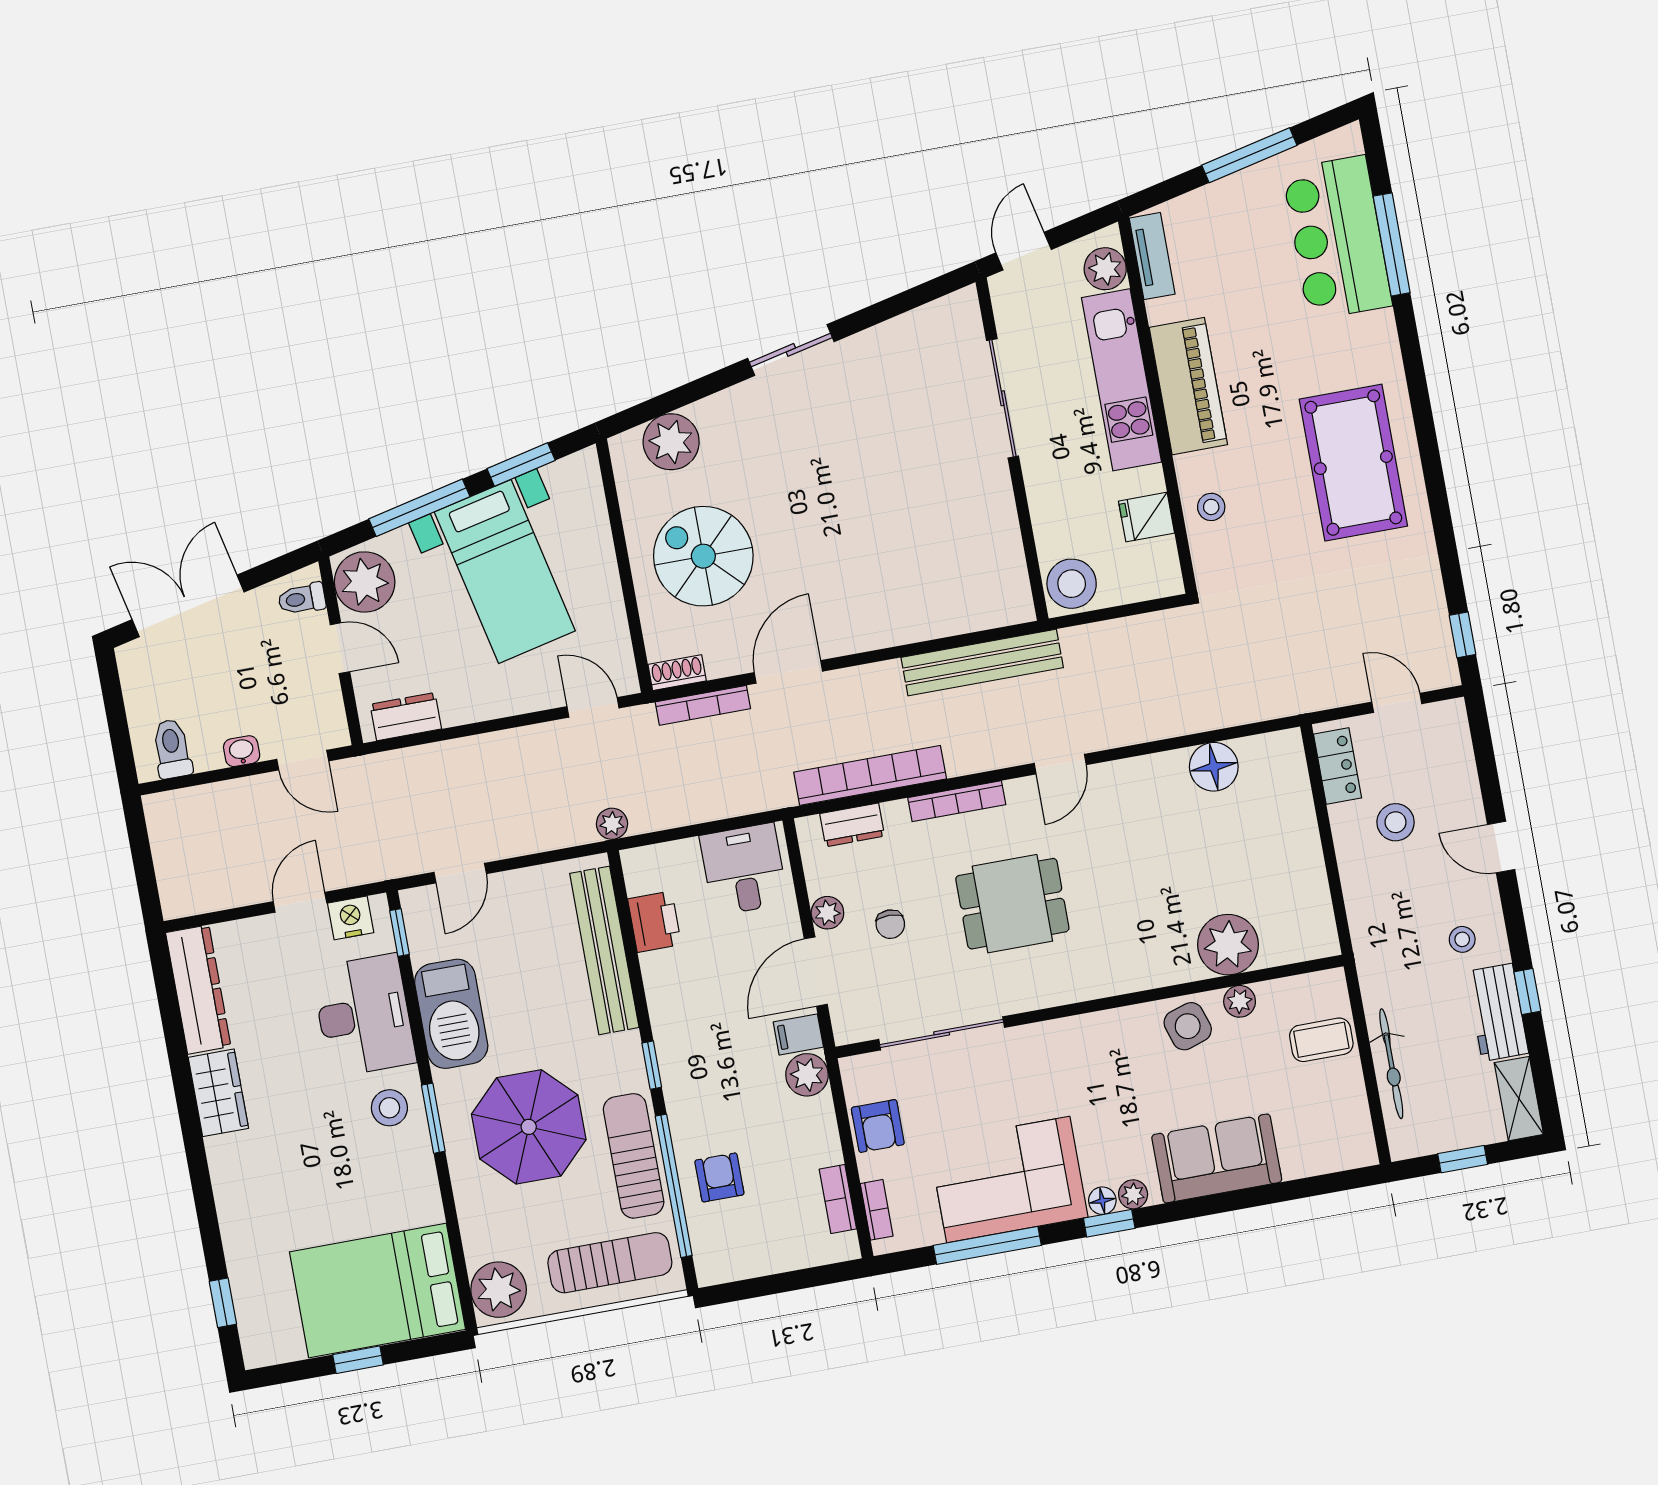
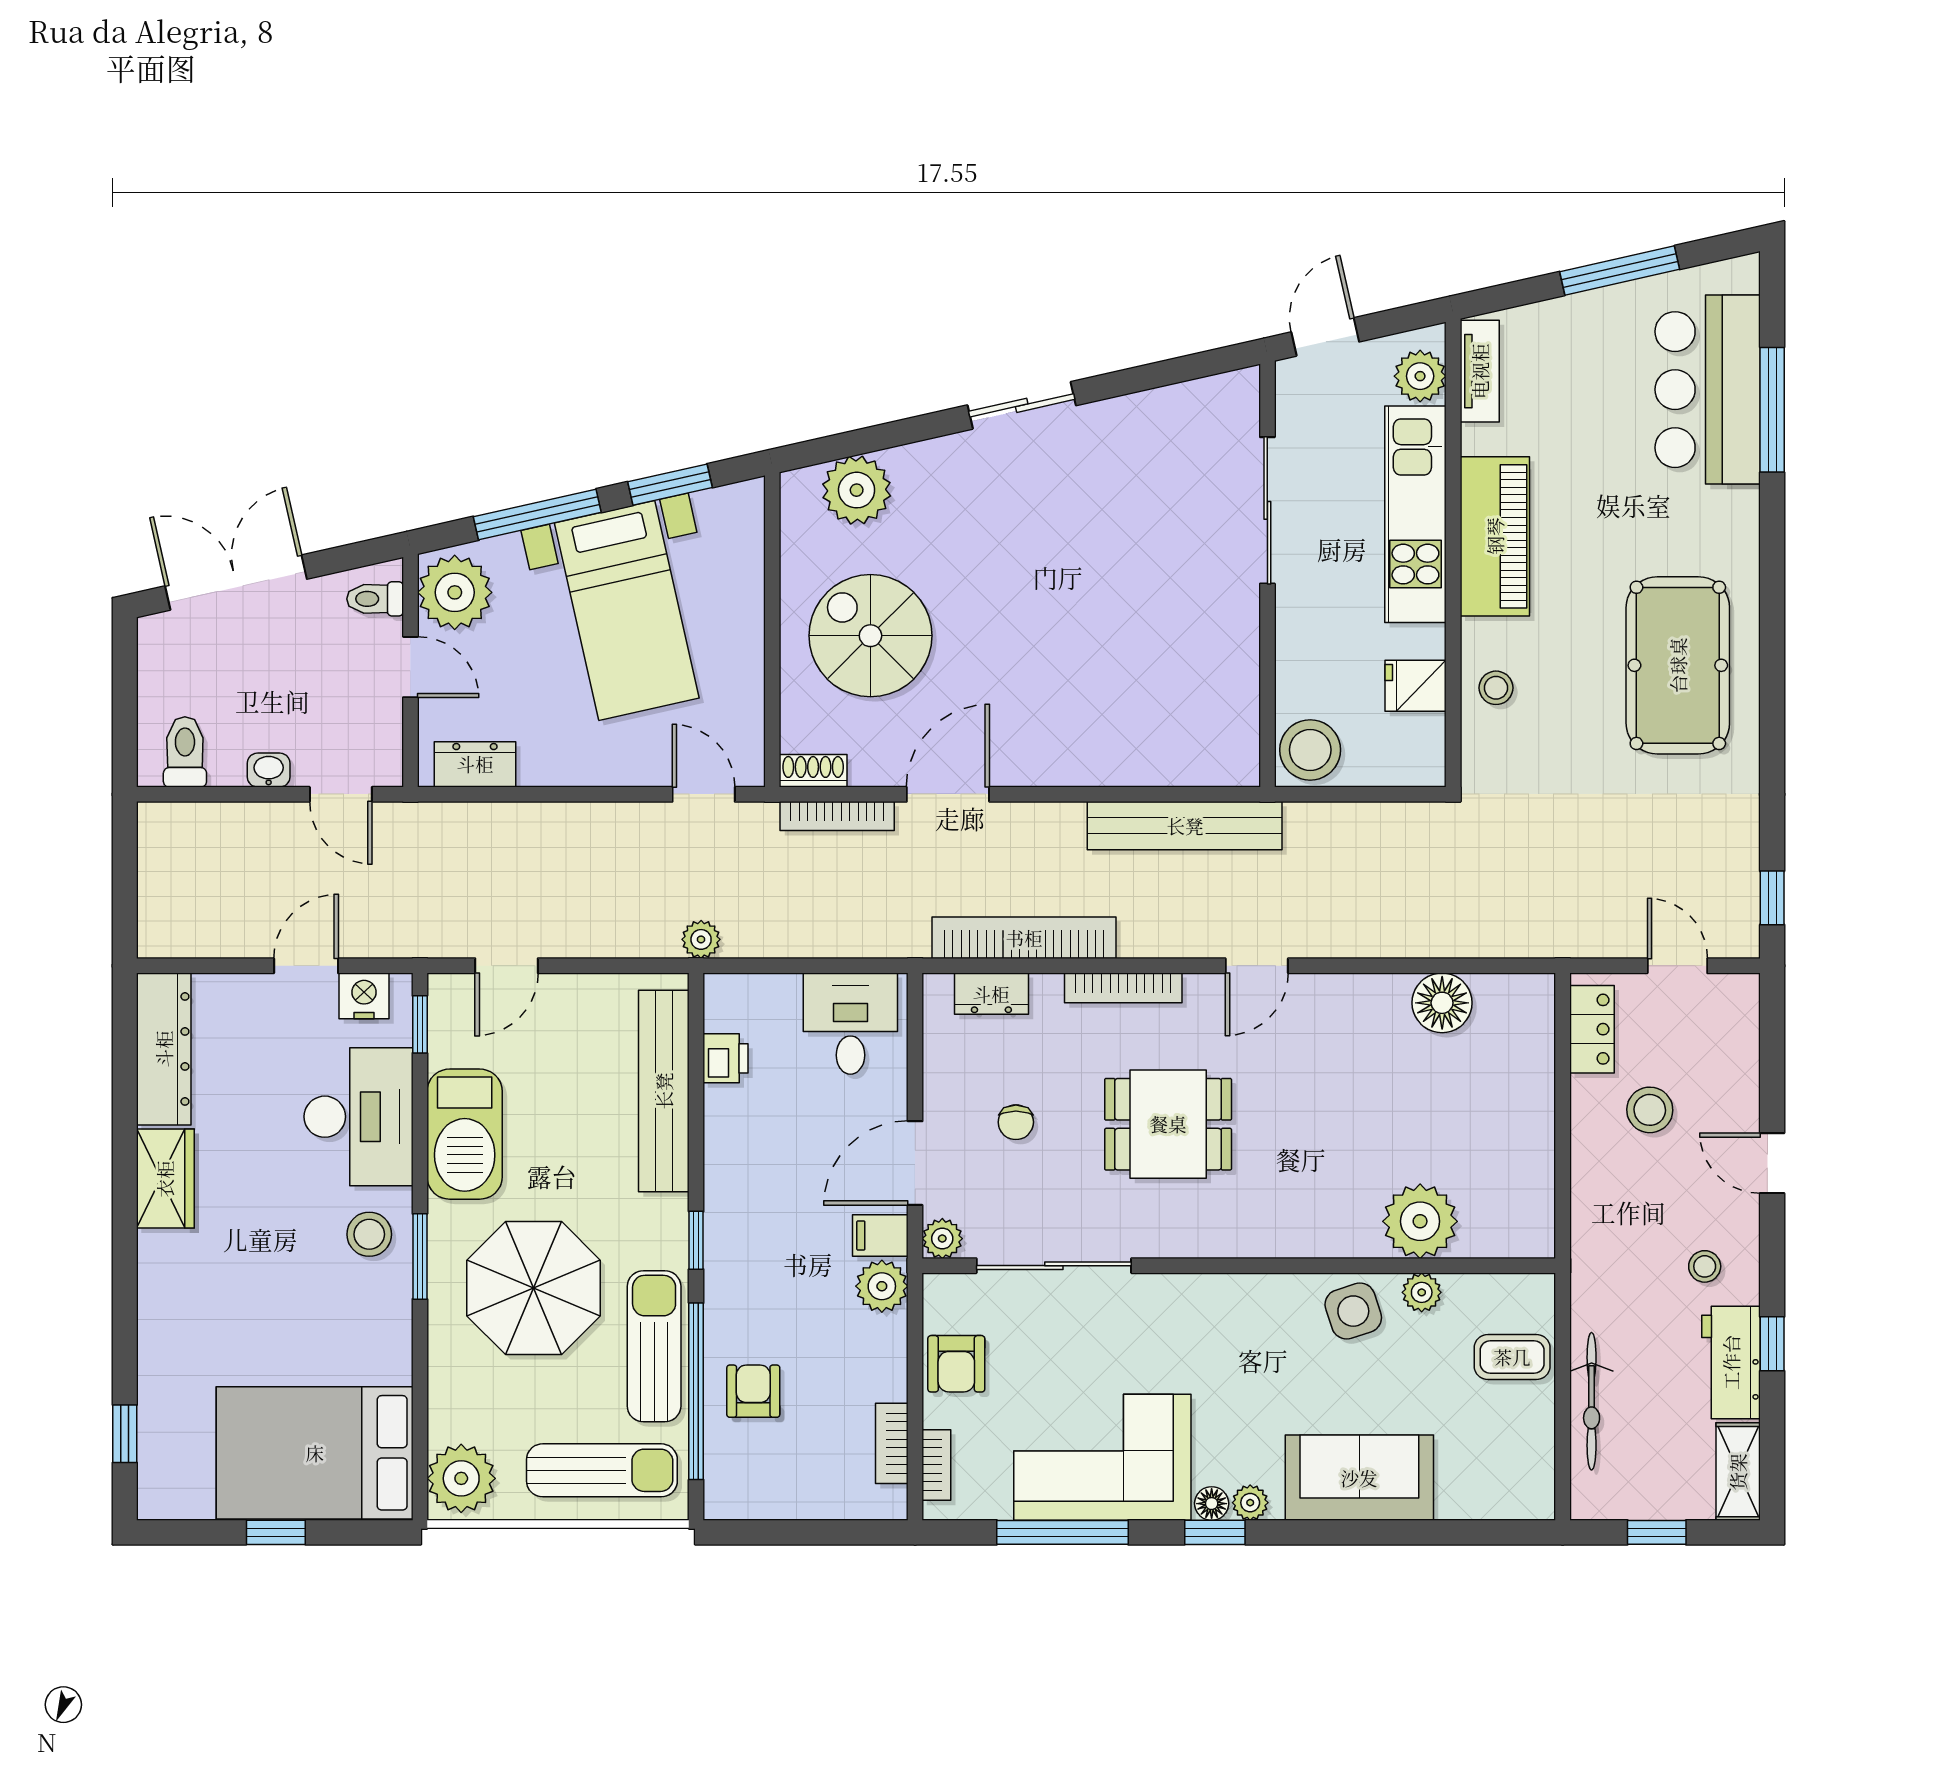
plant: (827, 913) -> (942, 1239), moved
printer: (655, 922) -> (726, 1058), width x0.73, depth x0.81

